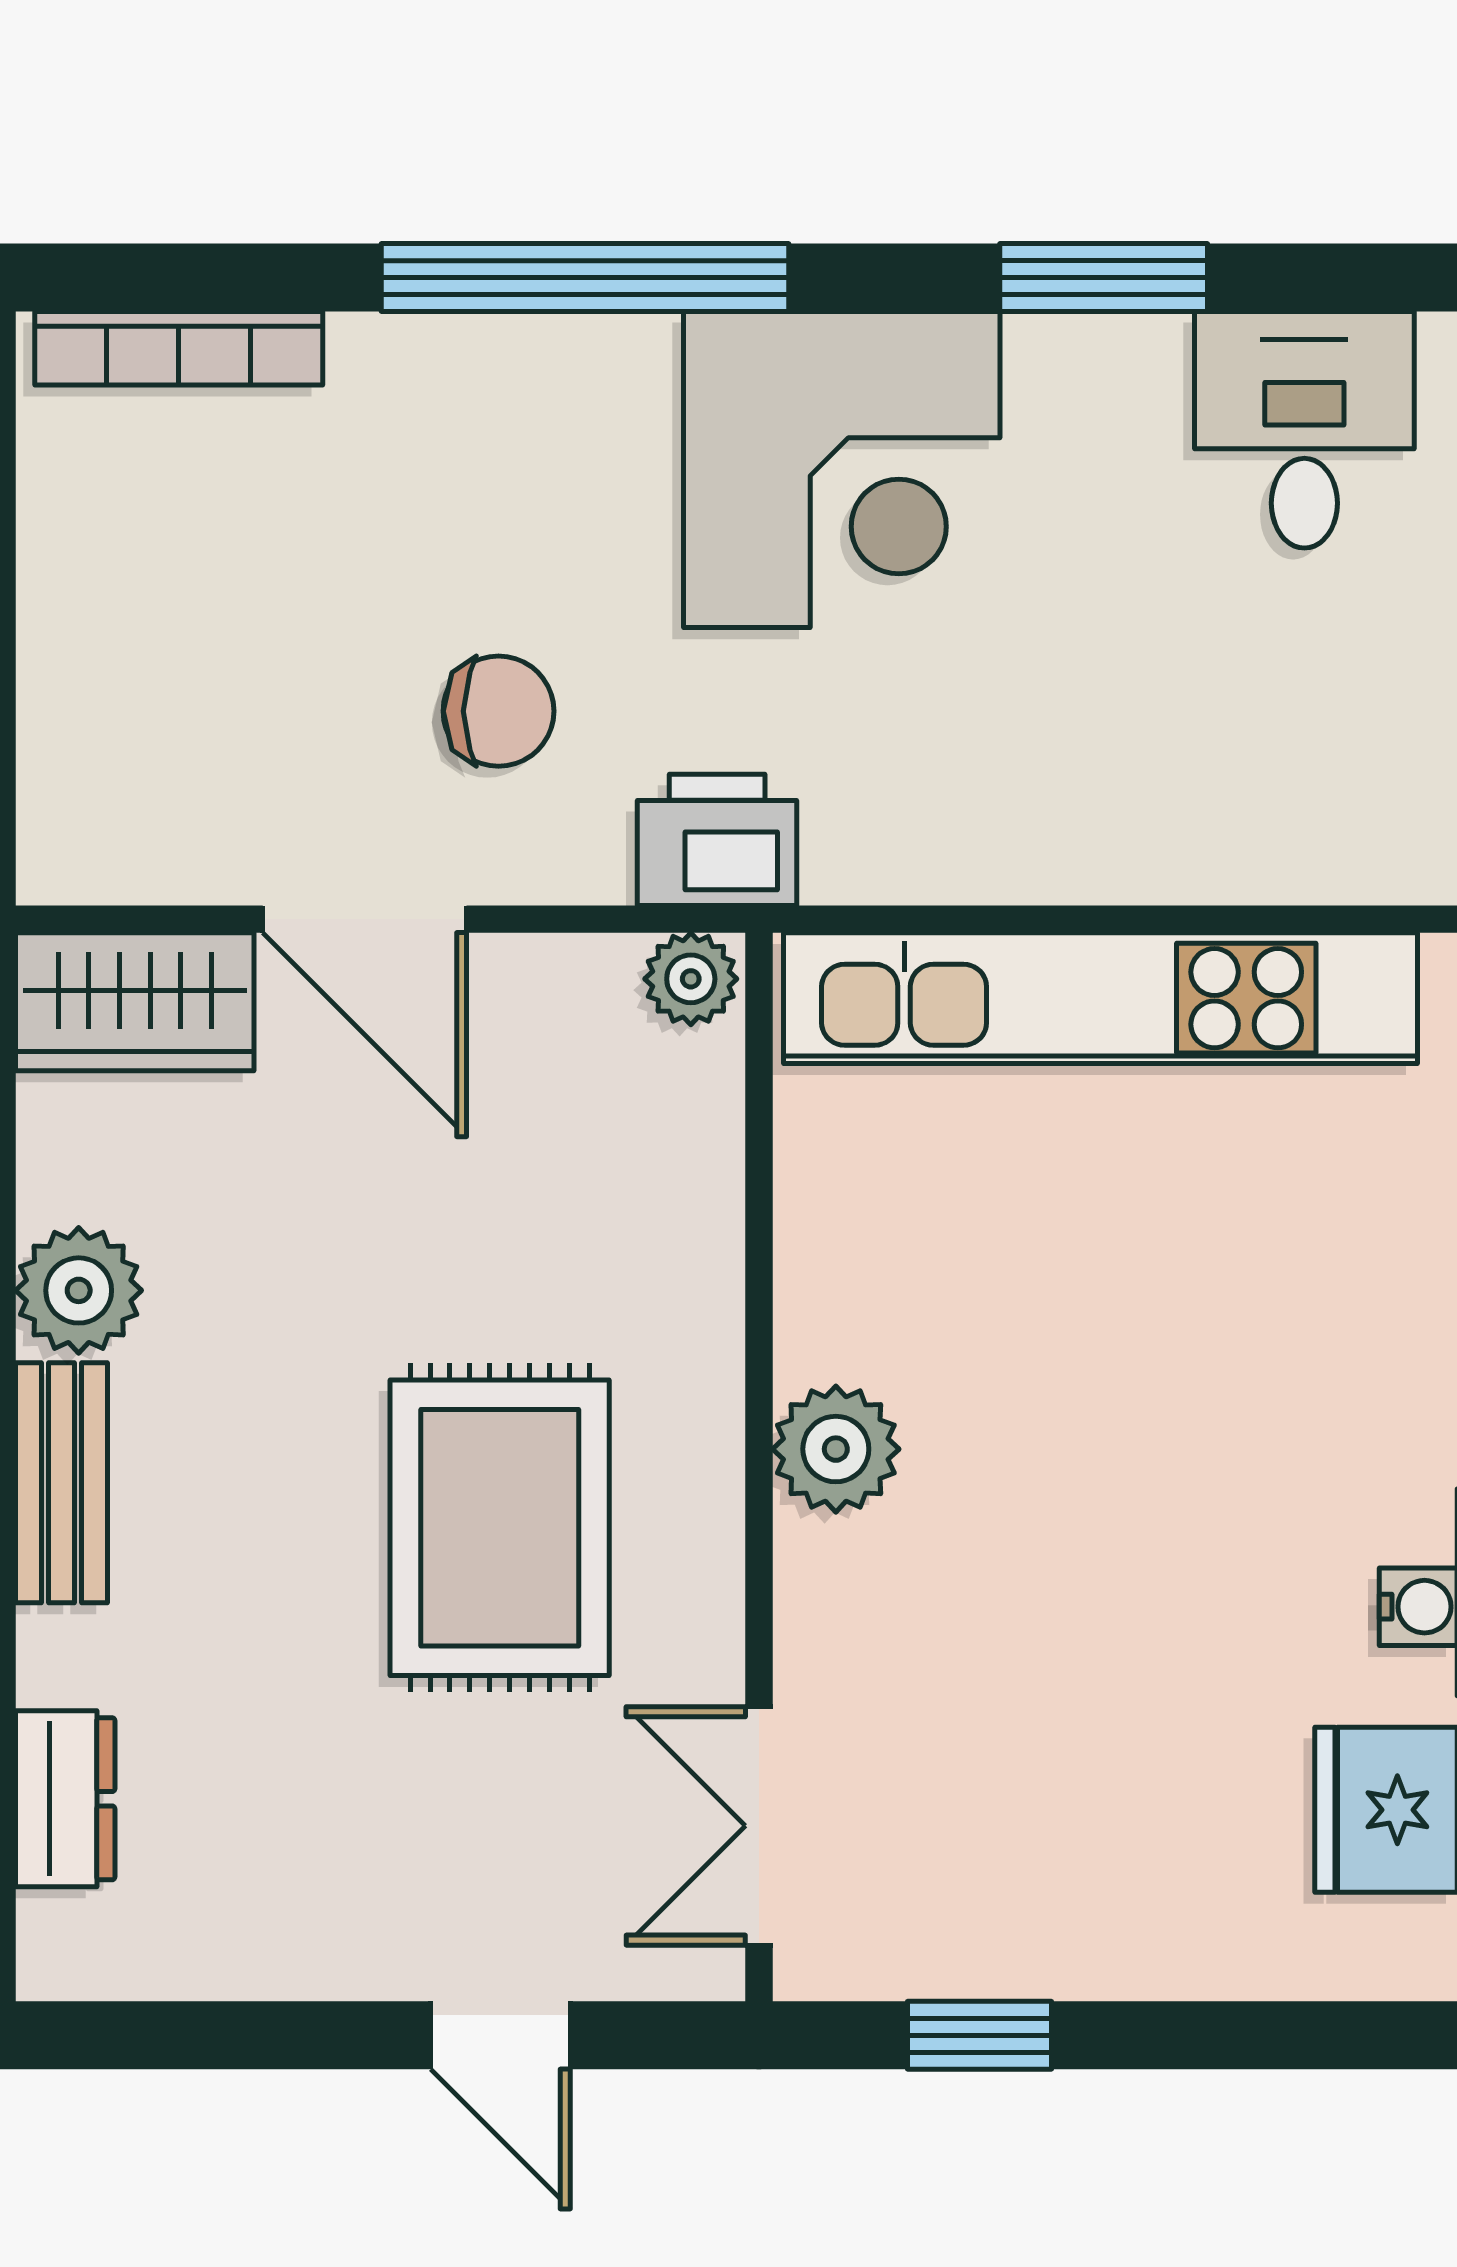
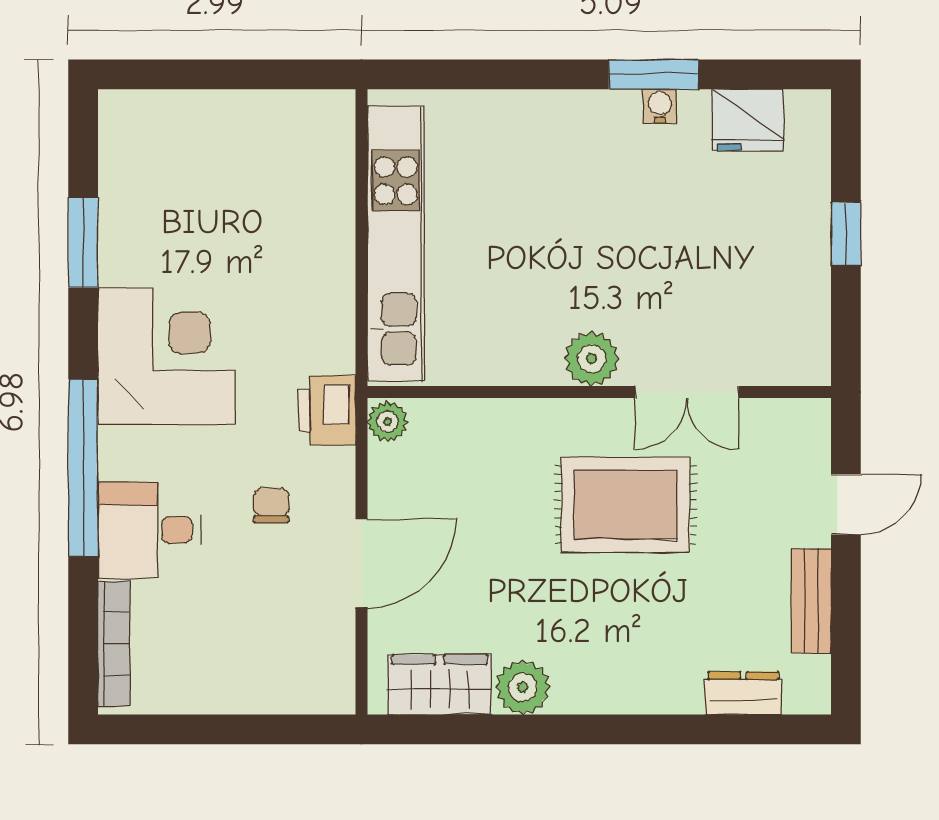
desk: (1304, 430) -> (149, 530), moved
chair: (499, 711) -> (271, 505), width x0.73, depth x0.73
wardrobe: (135, 1002) -> (440, 685), moved, turned -90
bench: (62, 1483) -> (811, 601), moved, turned 90
double door: (759, 1826) -> (687, 392), moved
window: (979, 2035) -> (846, 233), moved

